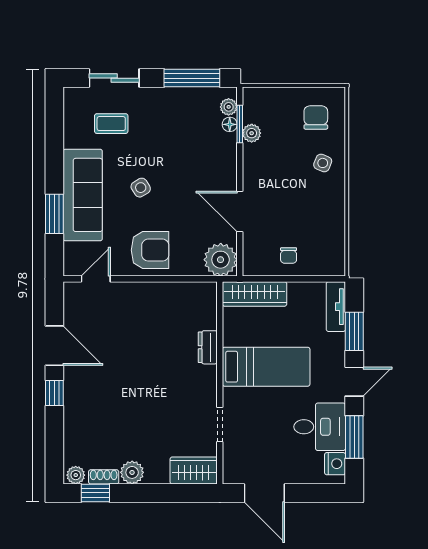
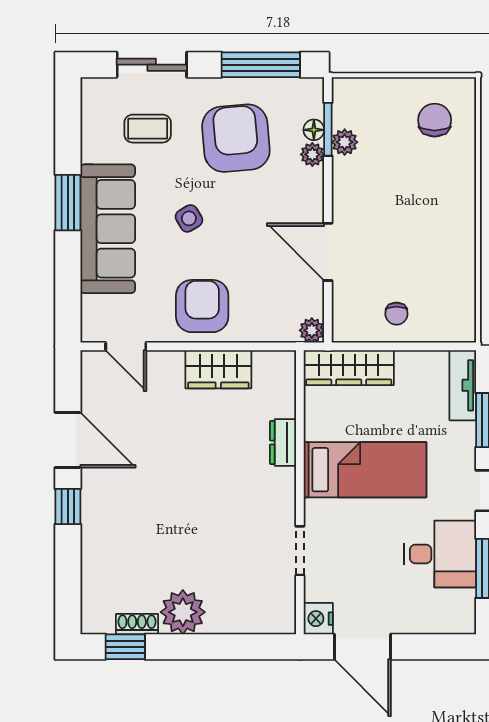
plant: (229, 107) -> (312, 154), moved
armchair: (174, 130) -> (236, 138), added
side table: (323, 163) -> (444, 184), removed
window: (54, 214) -> (68, 203), moved
armchair: (150, 250) -> (202, 306), turned -90
plant: (221, 260) -> (312, 330), width x0.53, depth x0.53
door: (96, 279) -> (126, 346), swing flipped
nightstand: (335, 464) -> (318, 619), moved, turned 180
wardrobe: (194, 470) -> (218, 369), moved, turned 180
plant: (132, 472) -> (183, 612), width x1.36, depth x1.36
plant: (76, 475) -> (98, 622), removed

